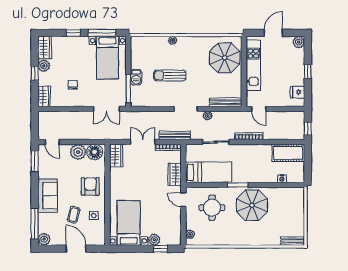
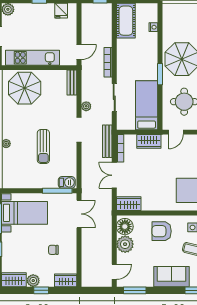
barbecue: (136, 77) -> (67, 182), moved
bench: (226, 102) -> (72, 83), width x0.73

